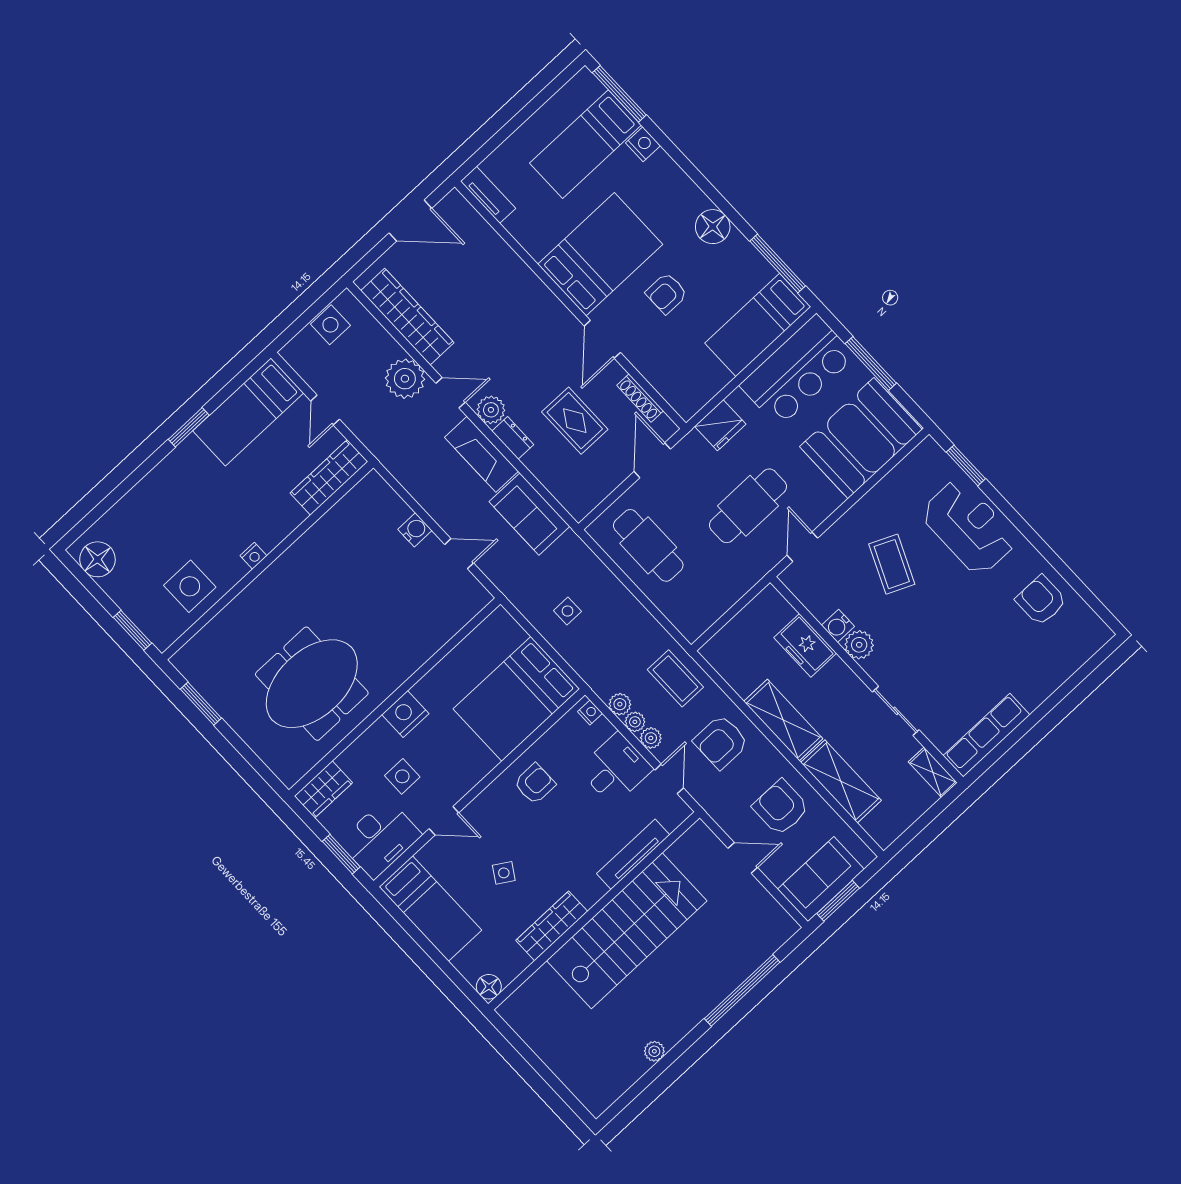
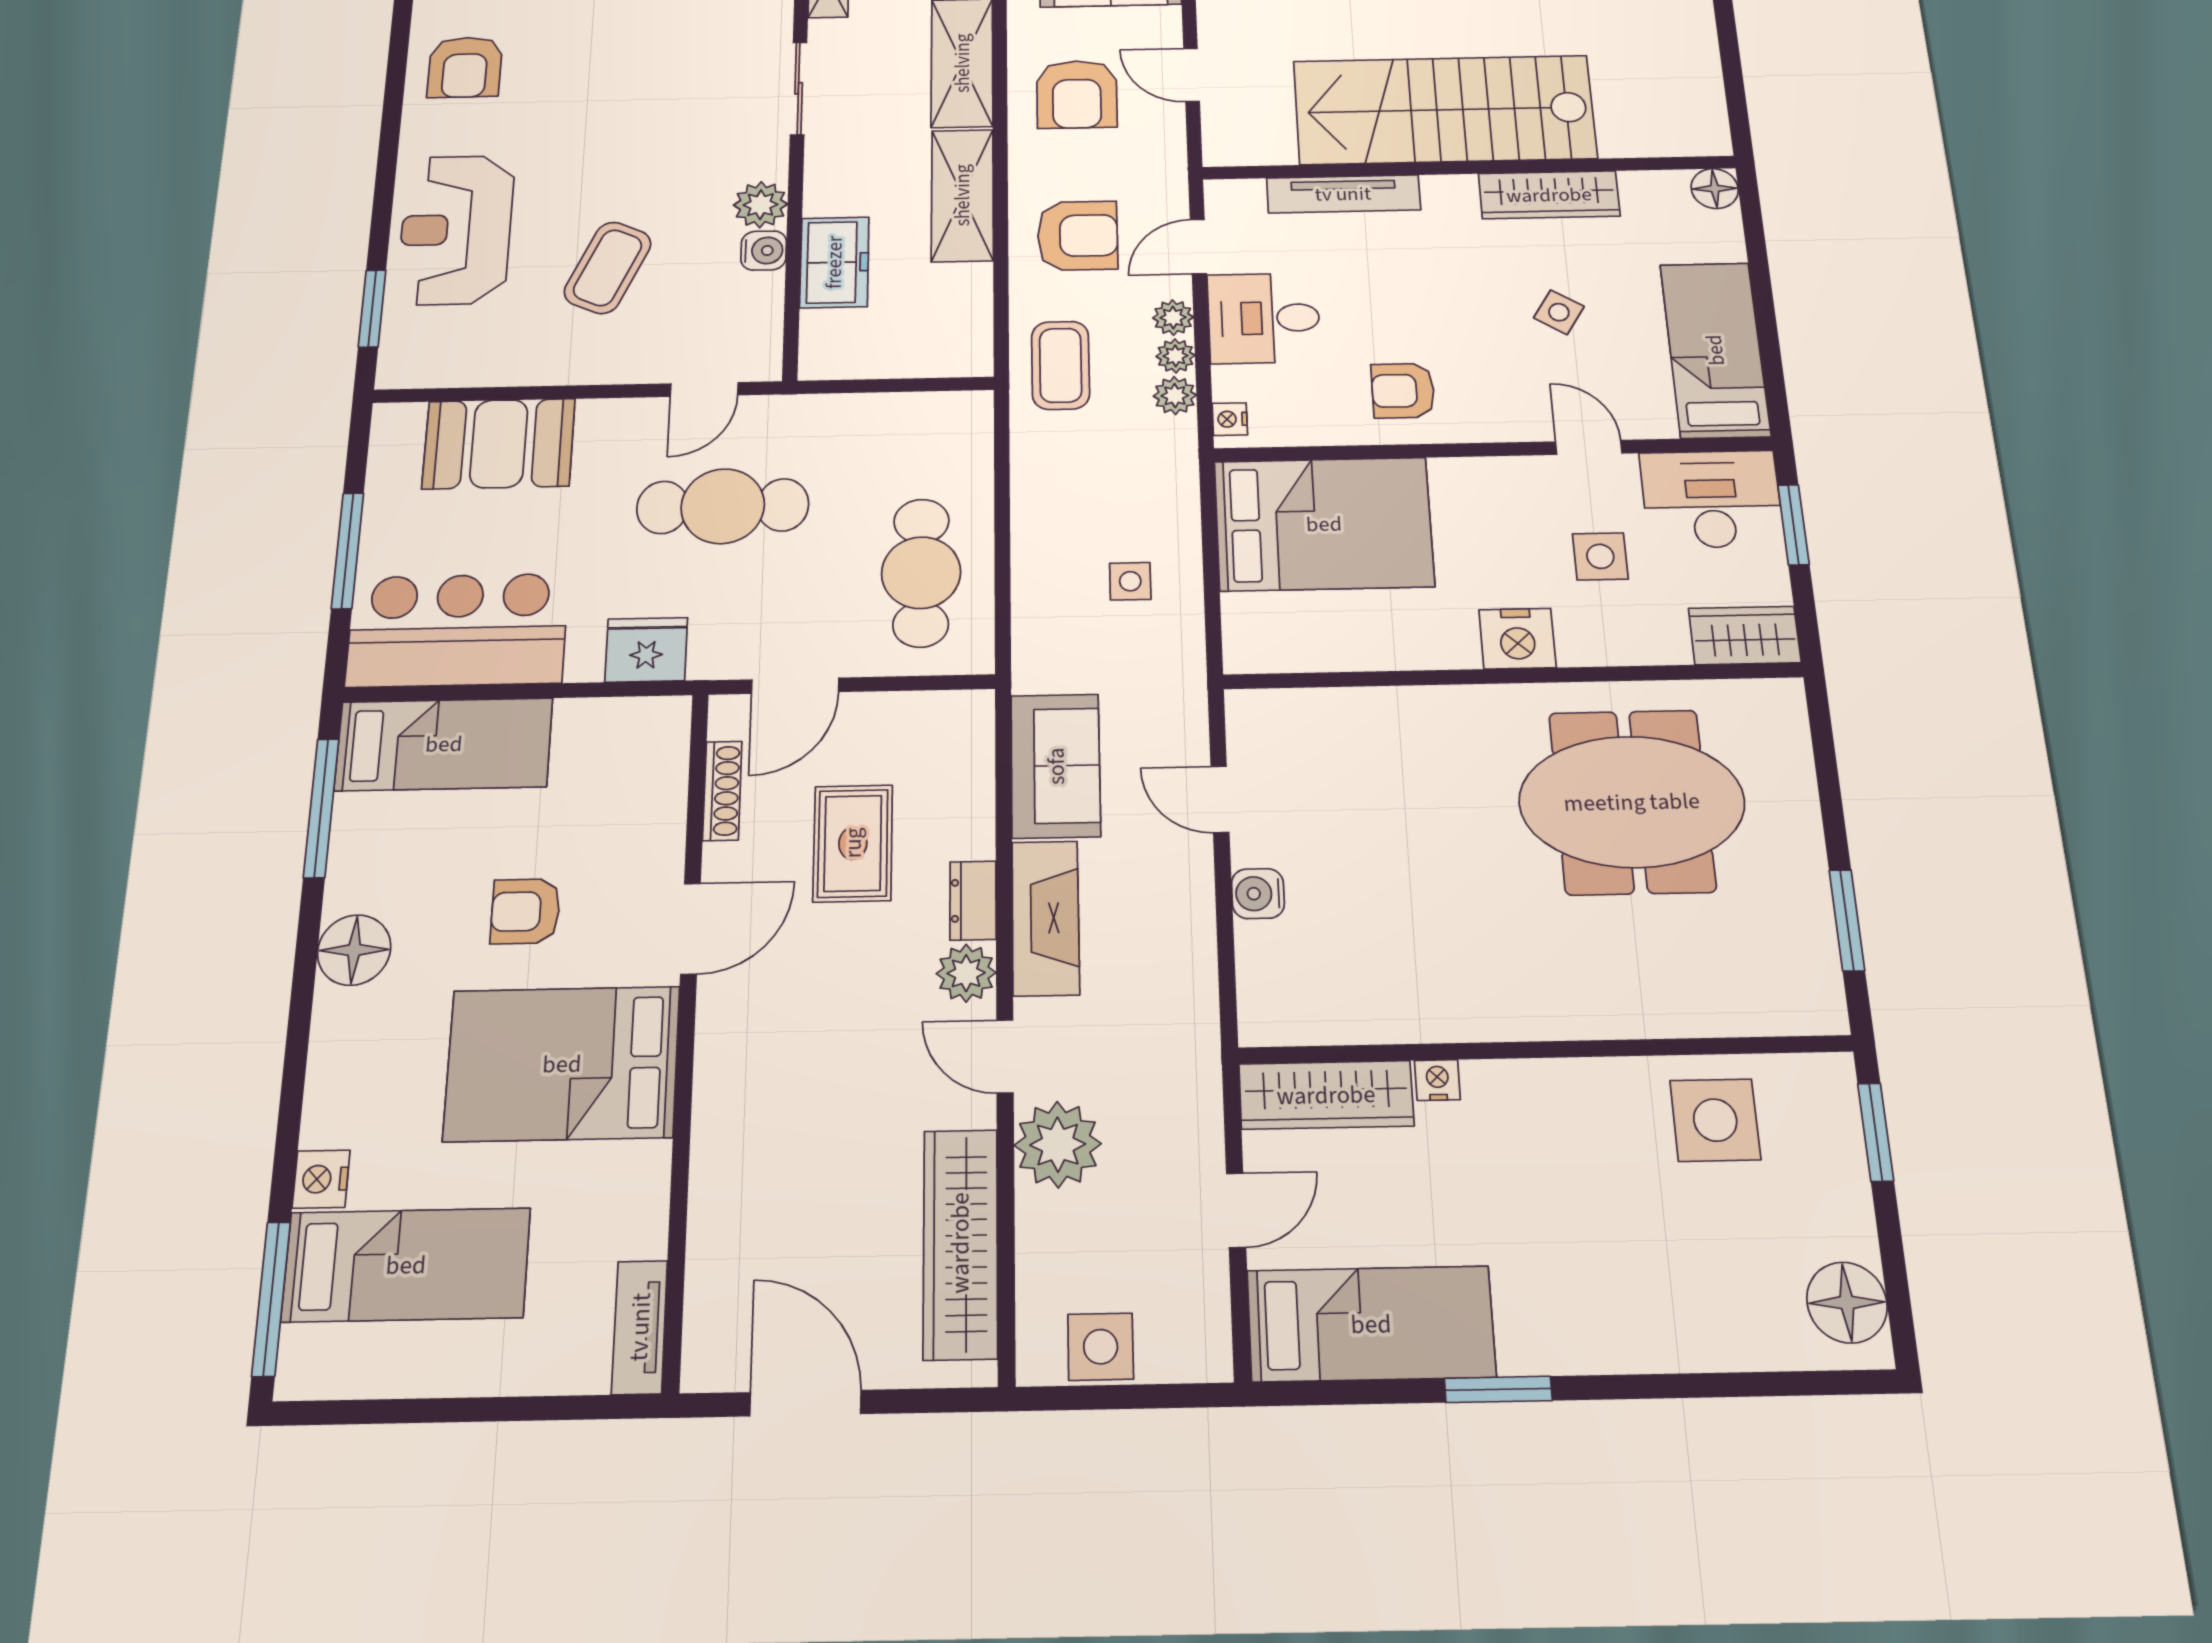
armchair: (667, 293) -> (525, 911), turned 180
booth: (861, 438) -> (499, 444), width x0.73, depth x0.70
nightstand: (254, 556) -> (1437, 1080), moved

